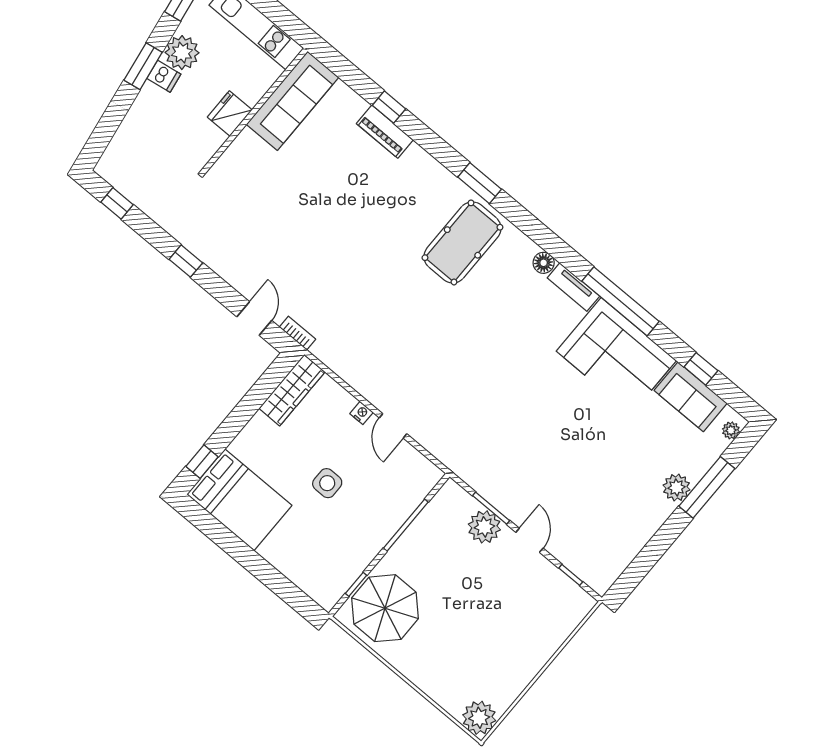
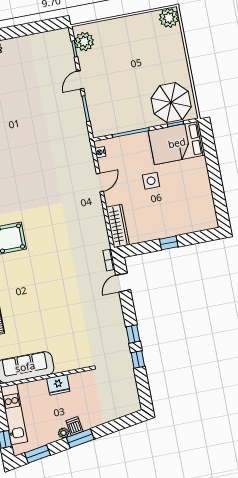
plant: (182, 53) -> (64, 433), width x0.53, depth x0.53
window: (117, 203) -> (138, 360), moved
wardrobe: (292, 390) -> (118, 226), moved, turned 90
nightstand: (362, 413) -> (100, 152), moved
window: (202, 462) -> (169, 243), moved
bed: (239, 500) -> (177, 143), moved, turned -90
plant: (484, 527) -> (84, 42), moved

